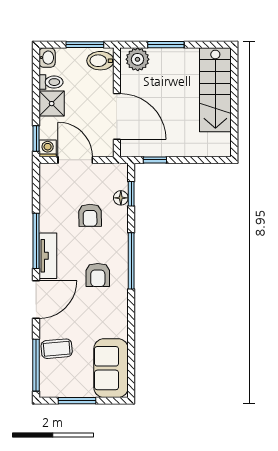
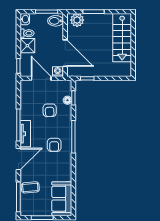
washing machine: (48, 148) -> (58, 72), moved

